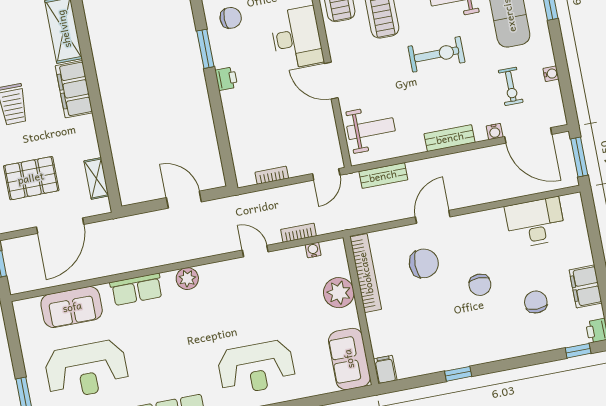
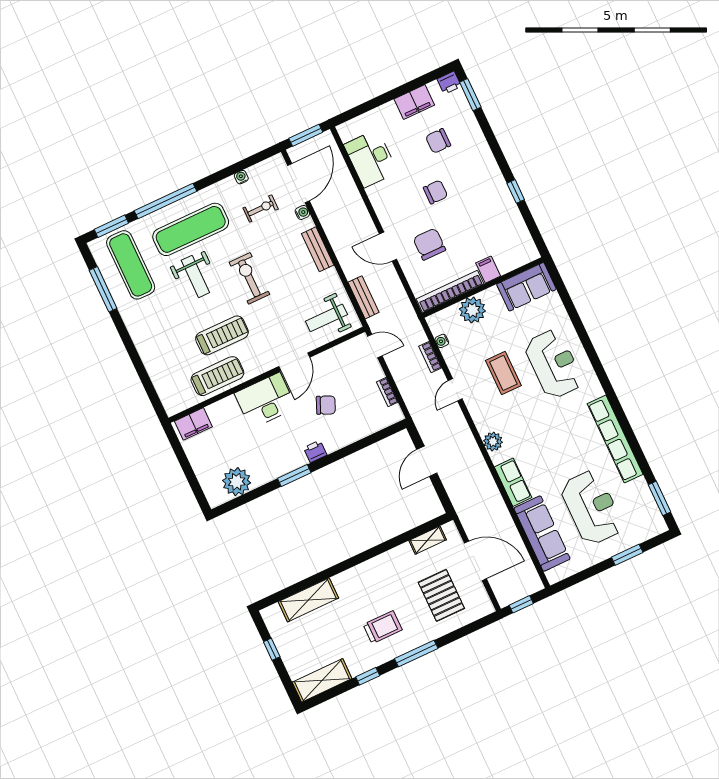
chair: (231, 18) -> (326, 405), moved, turned 114
filing cabinet: (74, 89) -> (357, 578), removed
weight bench: (371, 129) -> (326, 318), turned -90
sofa: (72, 307) -> (542, 534), width x1.36
coffee table: (260, 309) -> (503, 373), added
window: (578, 351) -> (470, 95), width x1.50
filing cabinet: (385, 370) -> (488, 270), moved, turned 90

